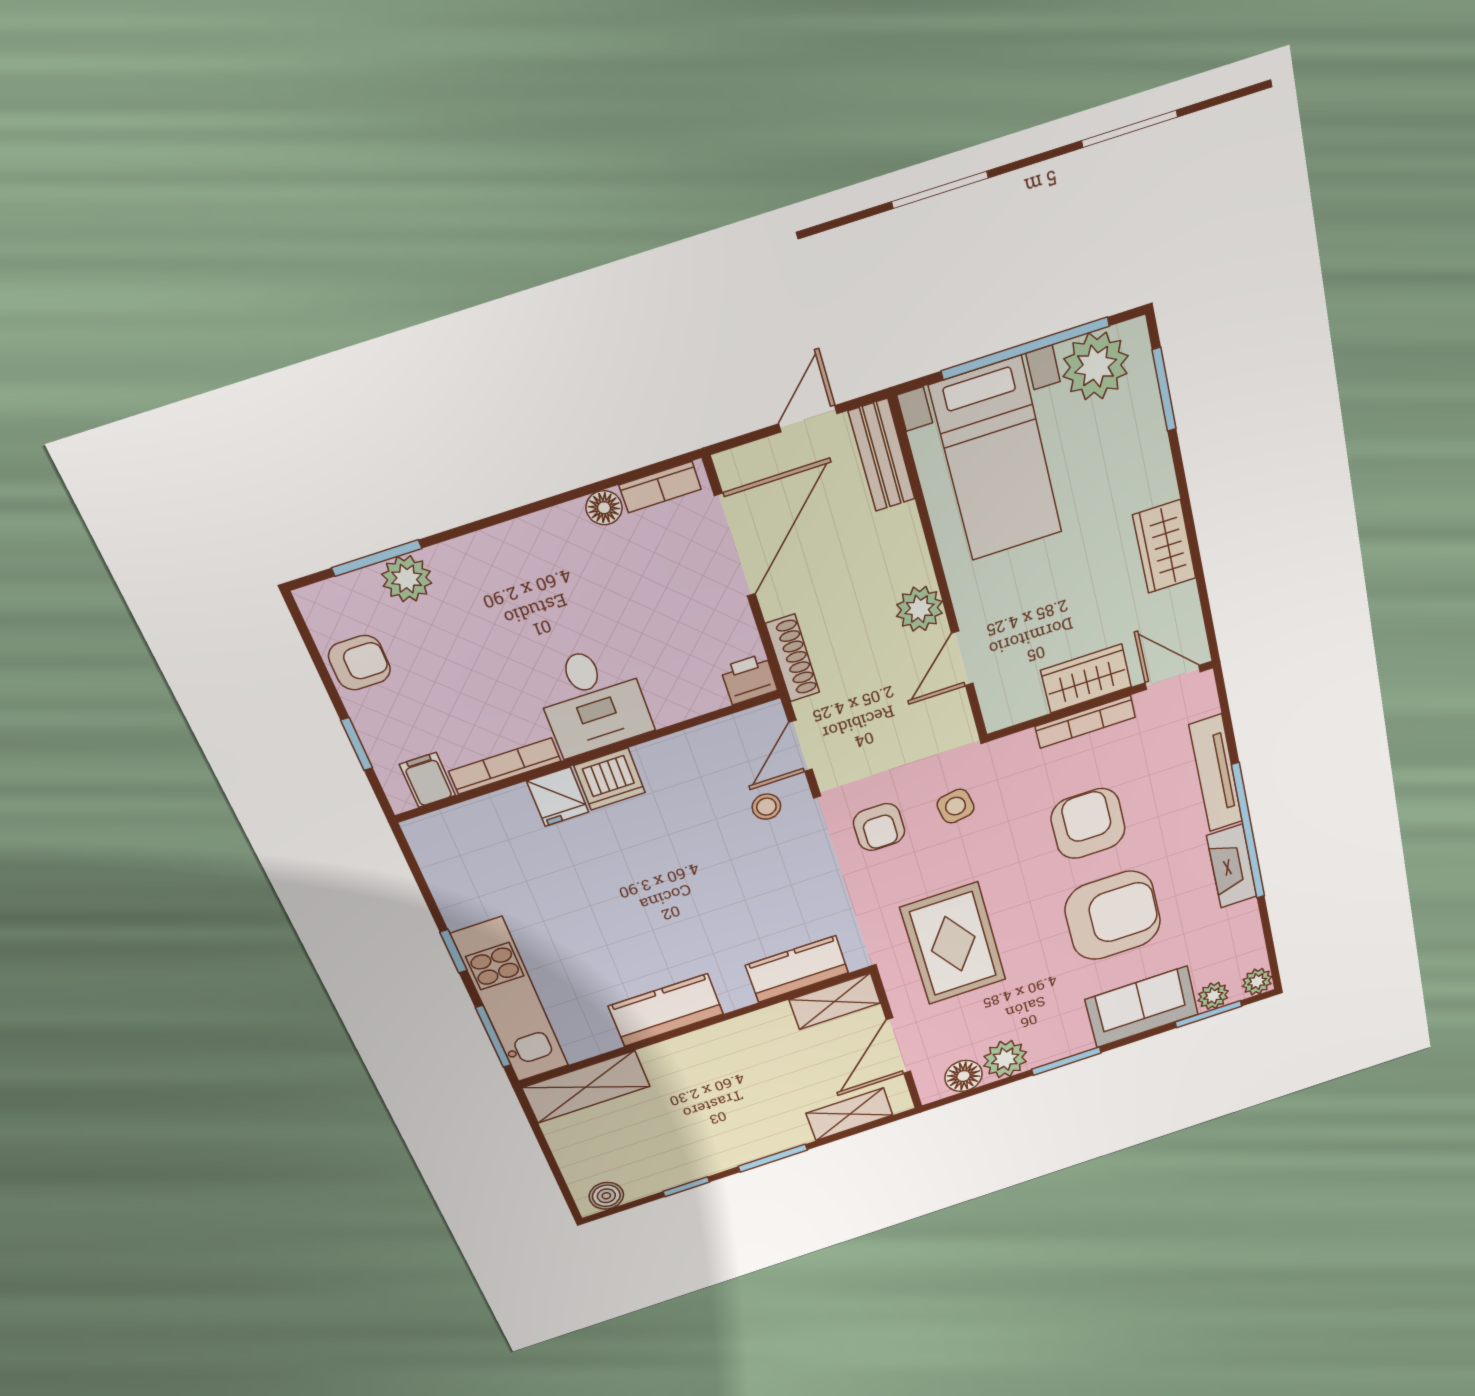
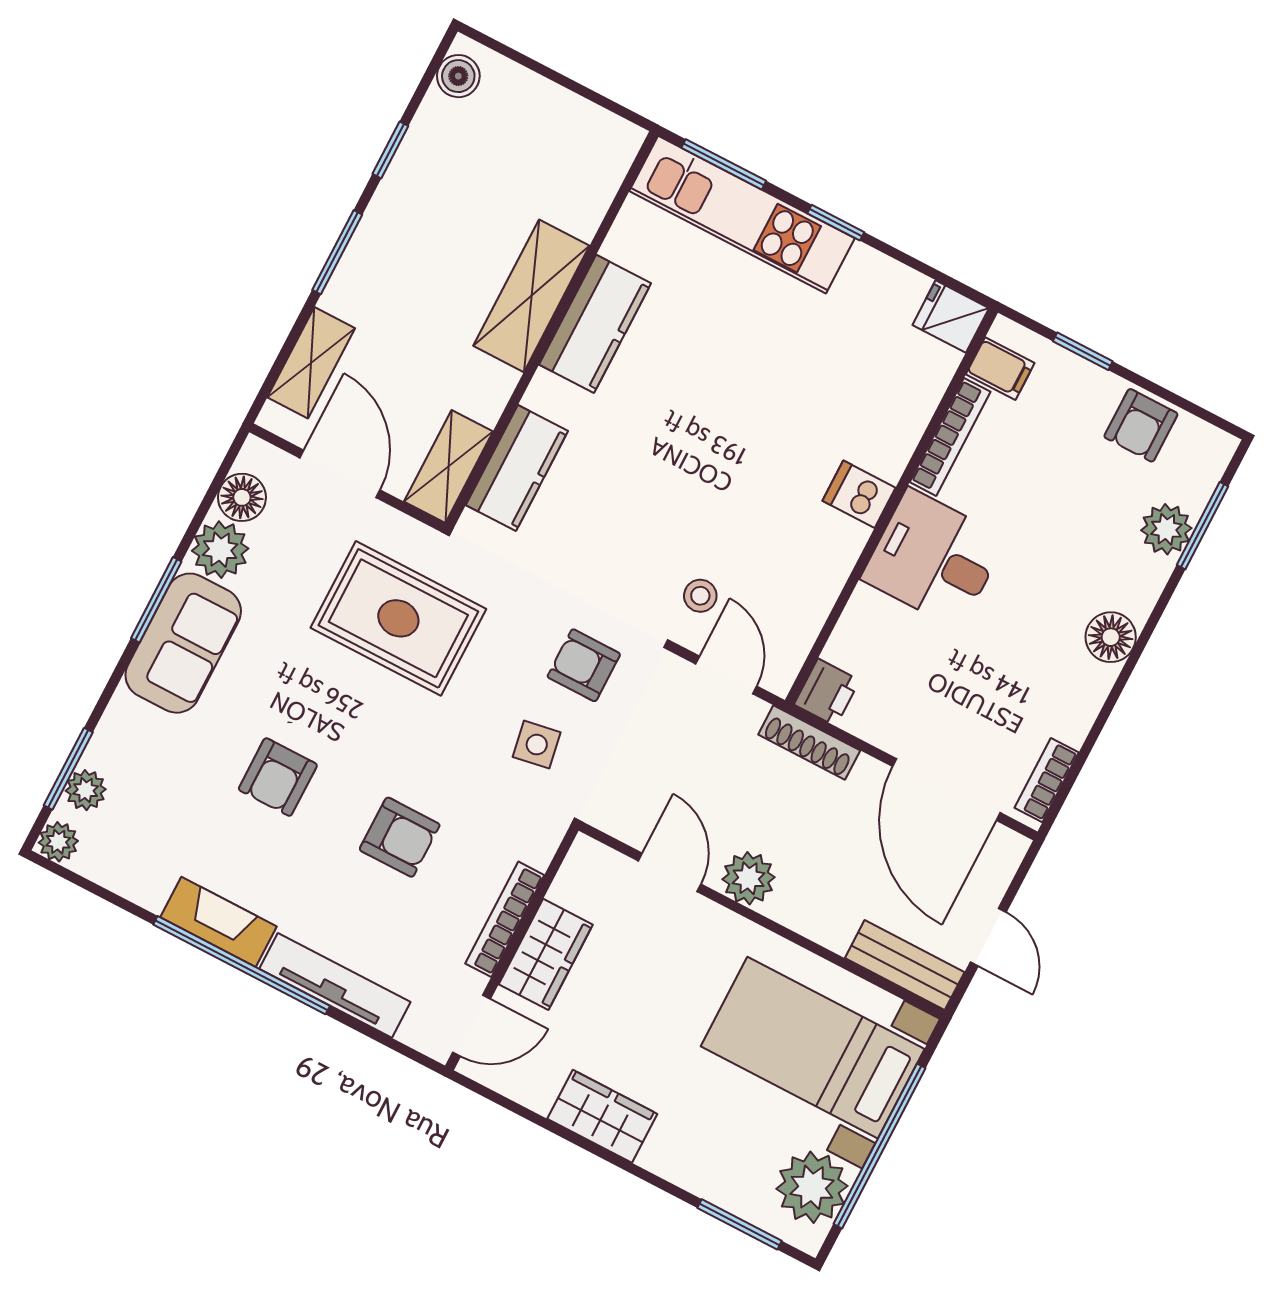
floor lamp: (604, 508) -> (1111, 637), moved, width x1.37, depth x1.37
dishwasher: (610, 779) -> (859, 494), width x0.73
fridge: (558, 797) -> (951, 317), moved
armchair: (1088, 824) -> (400, 837), width x0.72, depth x0.72
armchair: (1113, 916) -> (278, 777), width x0.53, depth x0.53
sofa: (1142, 1007) -> (183, 643), moved
shelving: (586, 1087) -> (531, 296), moved

